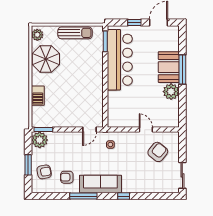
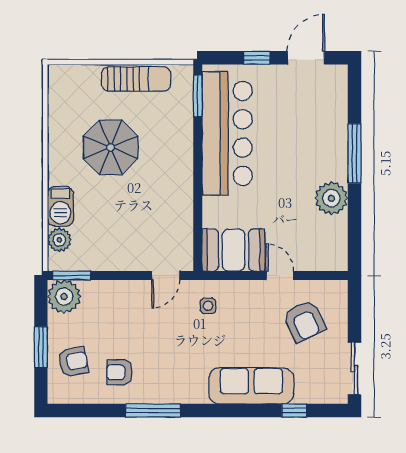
plant: (37, 35) -> (59, 240), moved
parasol: (46, 59) -> (111, 147), moved
booth: (169, 67) -> (234, 250), moved, turned 90
armchair: (158, 152) -> (304, 321), turned 116
sofa: (100, 184) -> (251, 386), moved
window: (124, 196) -> (294, 411), moved

